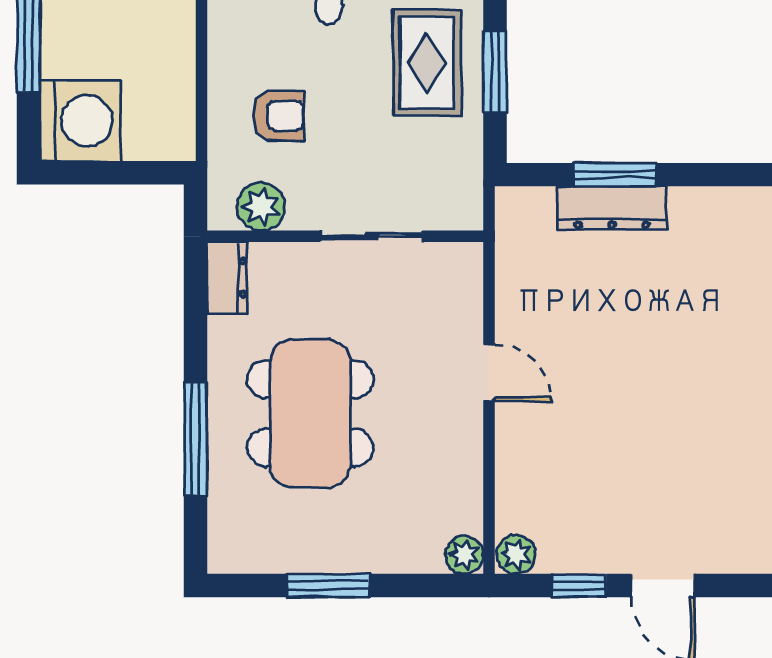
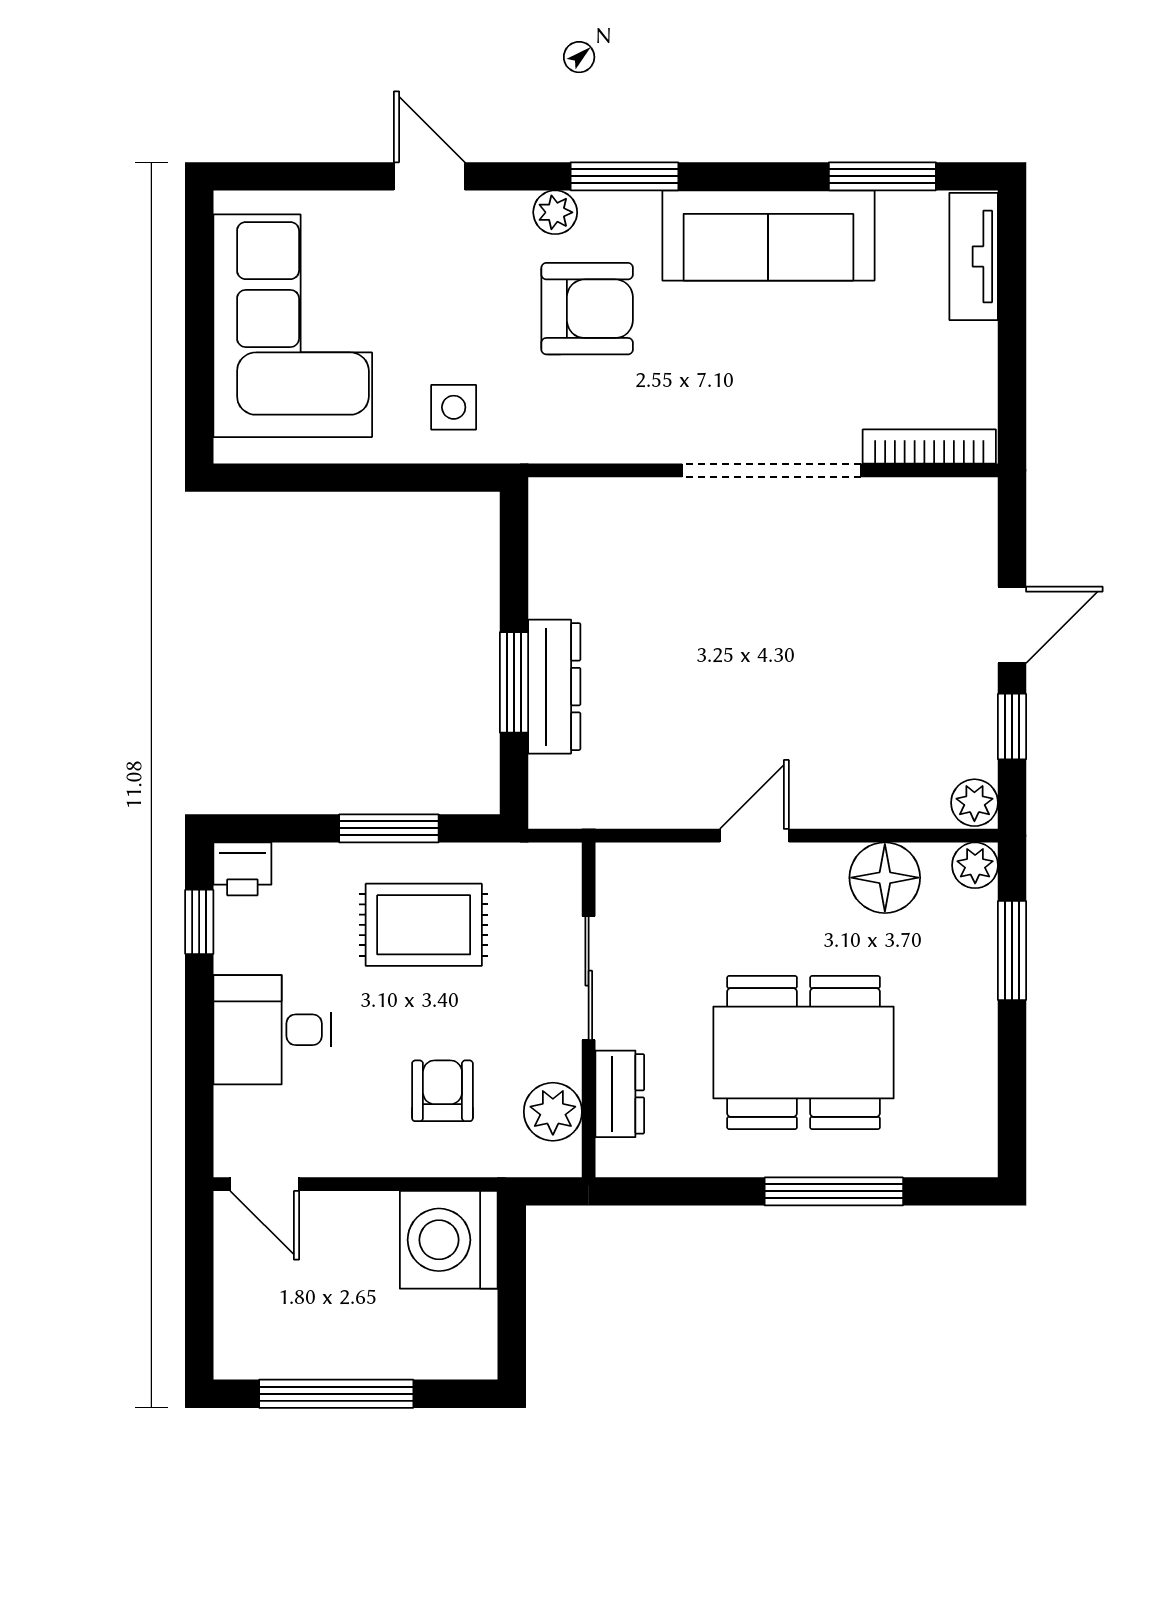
rug: (427, 63) -> (424, 925), moved
washing machine: (80, 121) -> (449, 1240), moved, turned -90
dresser: (227, 278) -> (620, 1094), moved, turned 90
floor lamp: (454, 481) -> (885, 878), added
window: (328, 585) -> (1012, 951), moved

